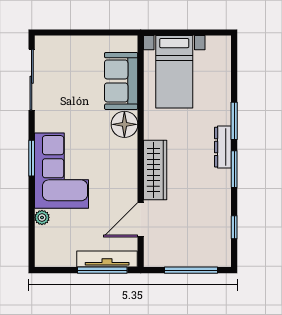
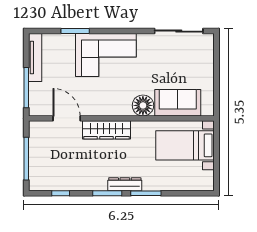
window: (32, 158) -> (75, 31), moved
plant: (42, 217) -> (68, 39), removed
tv unit: (107, 259) -> (35, 58), moved

